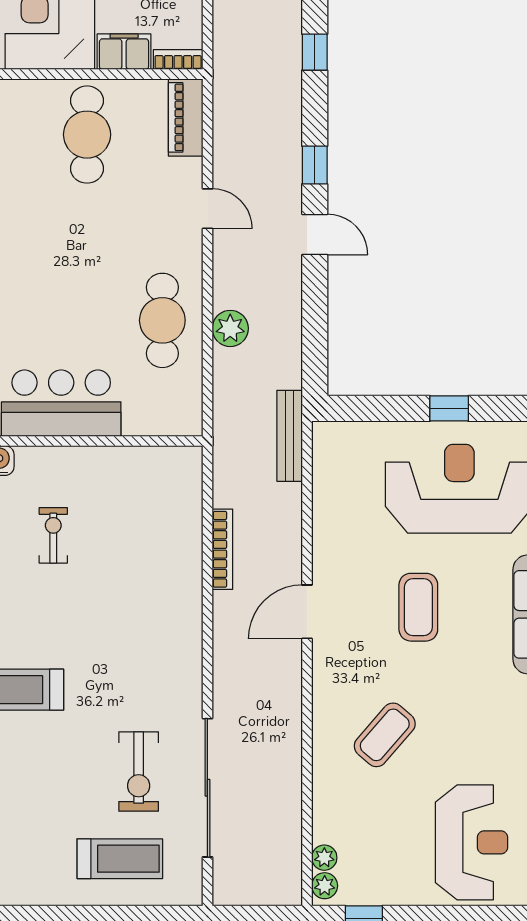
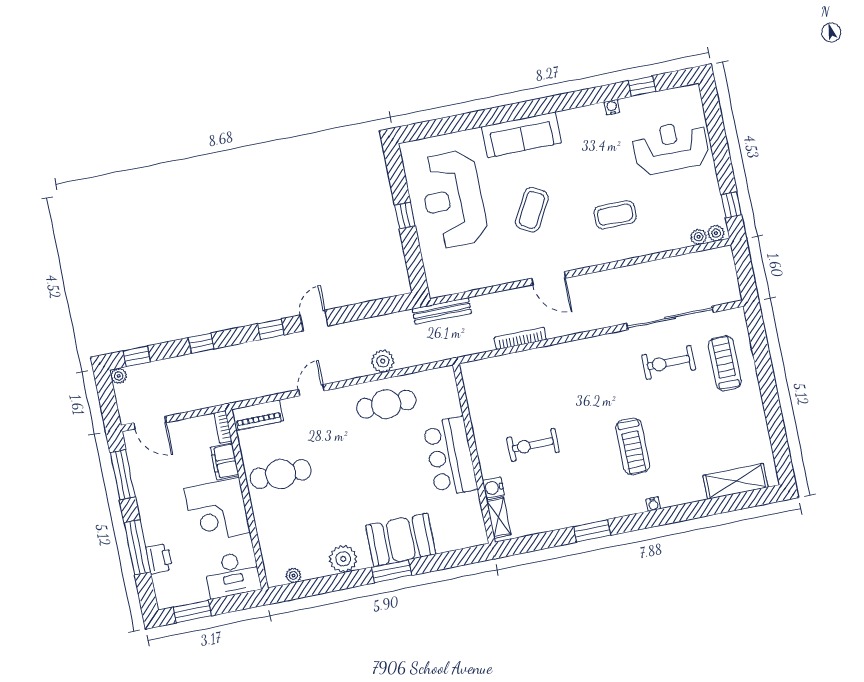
exercise bike: (53, 535) -> (533, 445), width x1.38, depth x1.39
coffee table: (418, 607) -> (532, 210), turned -61
coffee table: (385, 735) -> (615, 215), turned -41
exercise bike: (139, 771) -> (668, 363), turned 180

